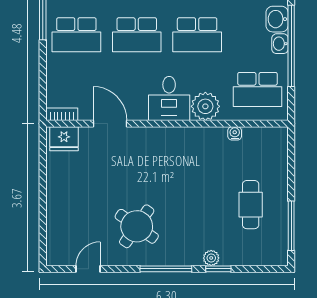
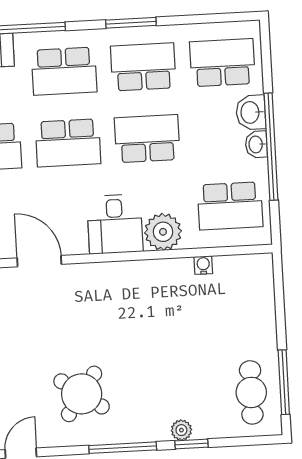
school desk: (197, 35) -> (147, 139), turned 180
cafe table: (251, 205) -> (251, 392), moved

